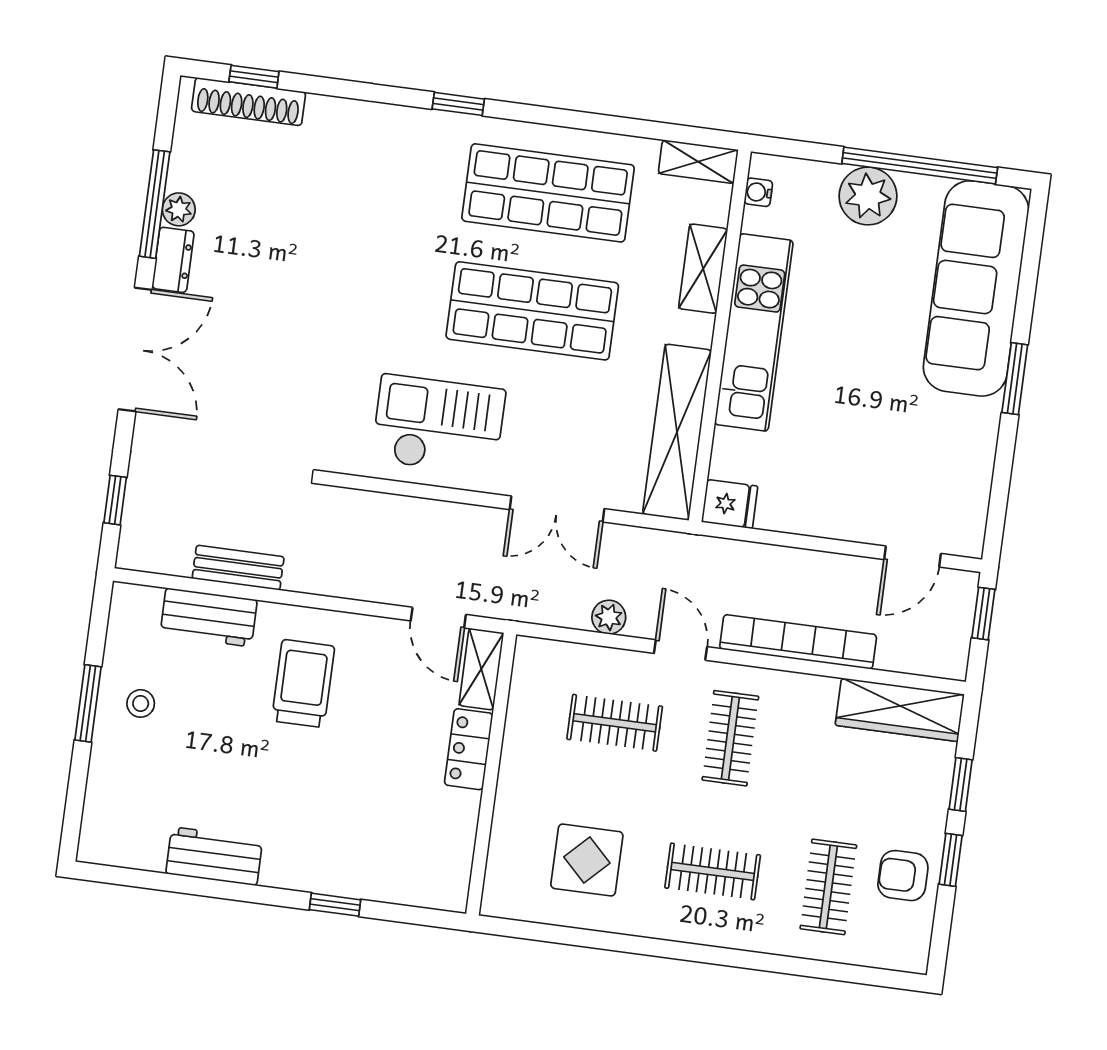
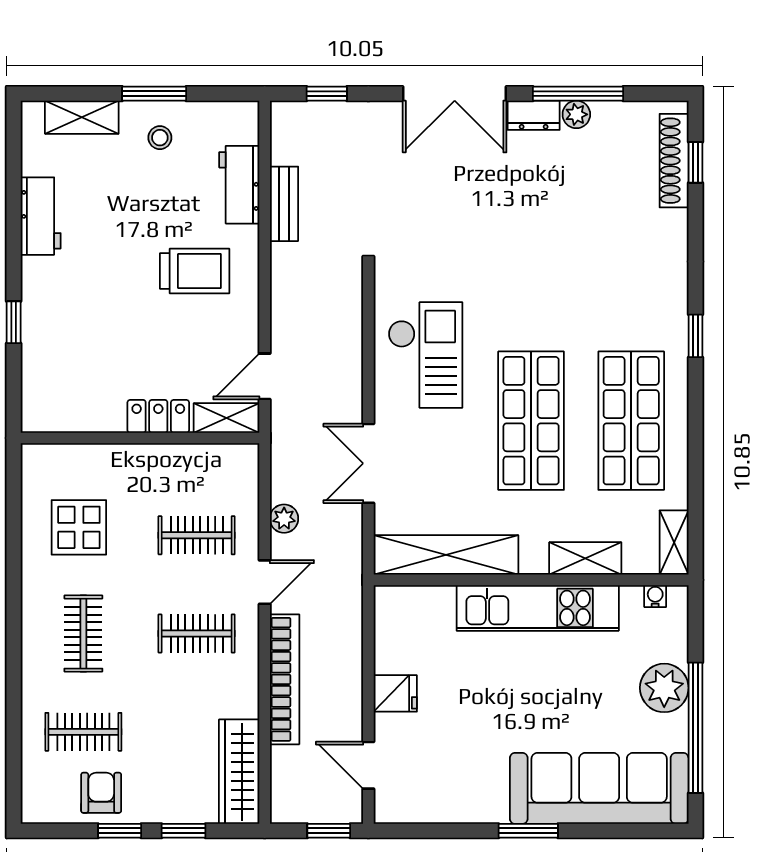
fridge: (730, 504) -> (395, 693), moved, turned -90
clothes rail: (615, 723) -> (197, 535), turned 90
shelving: (104, 792) -> (82, 117), added

